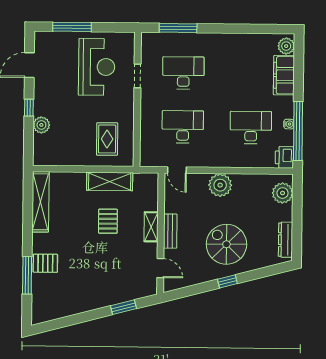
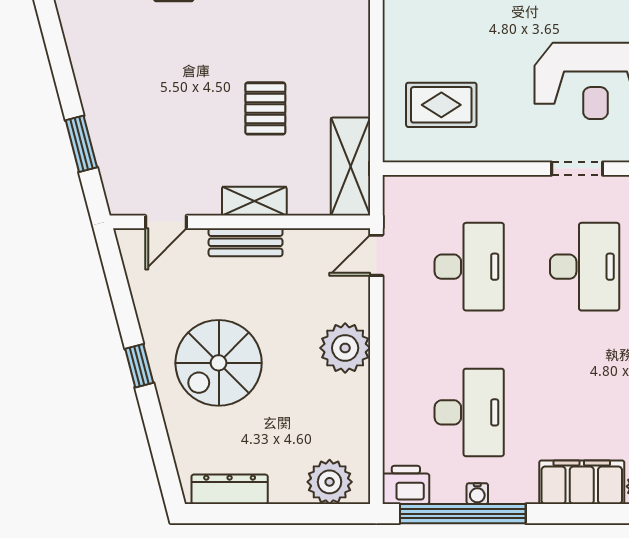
shelving: (110, 181) -> (350, 167), moved
pallet: (108, 221) -> (265, 108), turned 90
spiral stairs: (226, 244) -> (219, 363), turned 180

